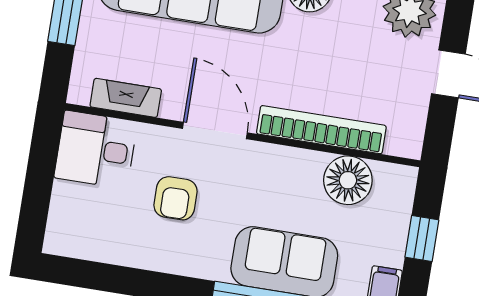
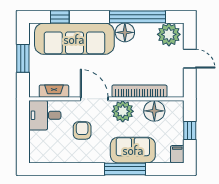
plant: (275, 169) -> (123, 111), added
armchair: (176, 198) -> (82, 130), turned 180

